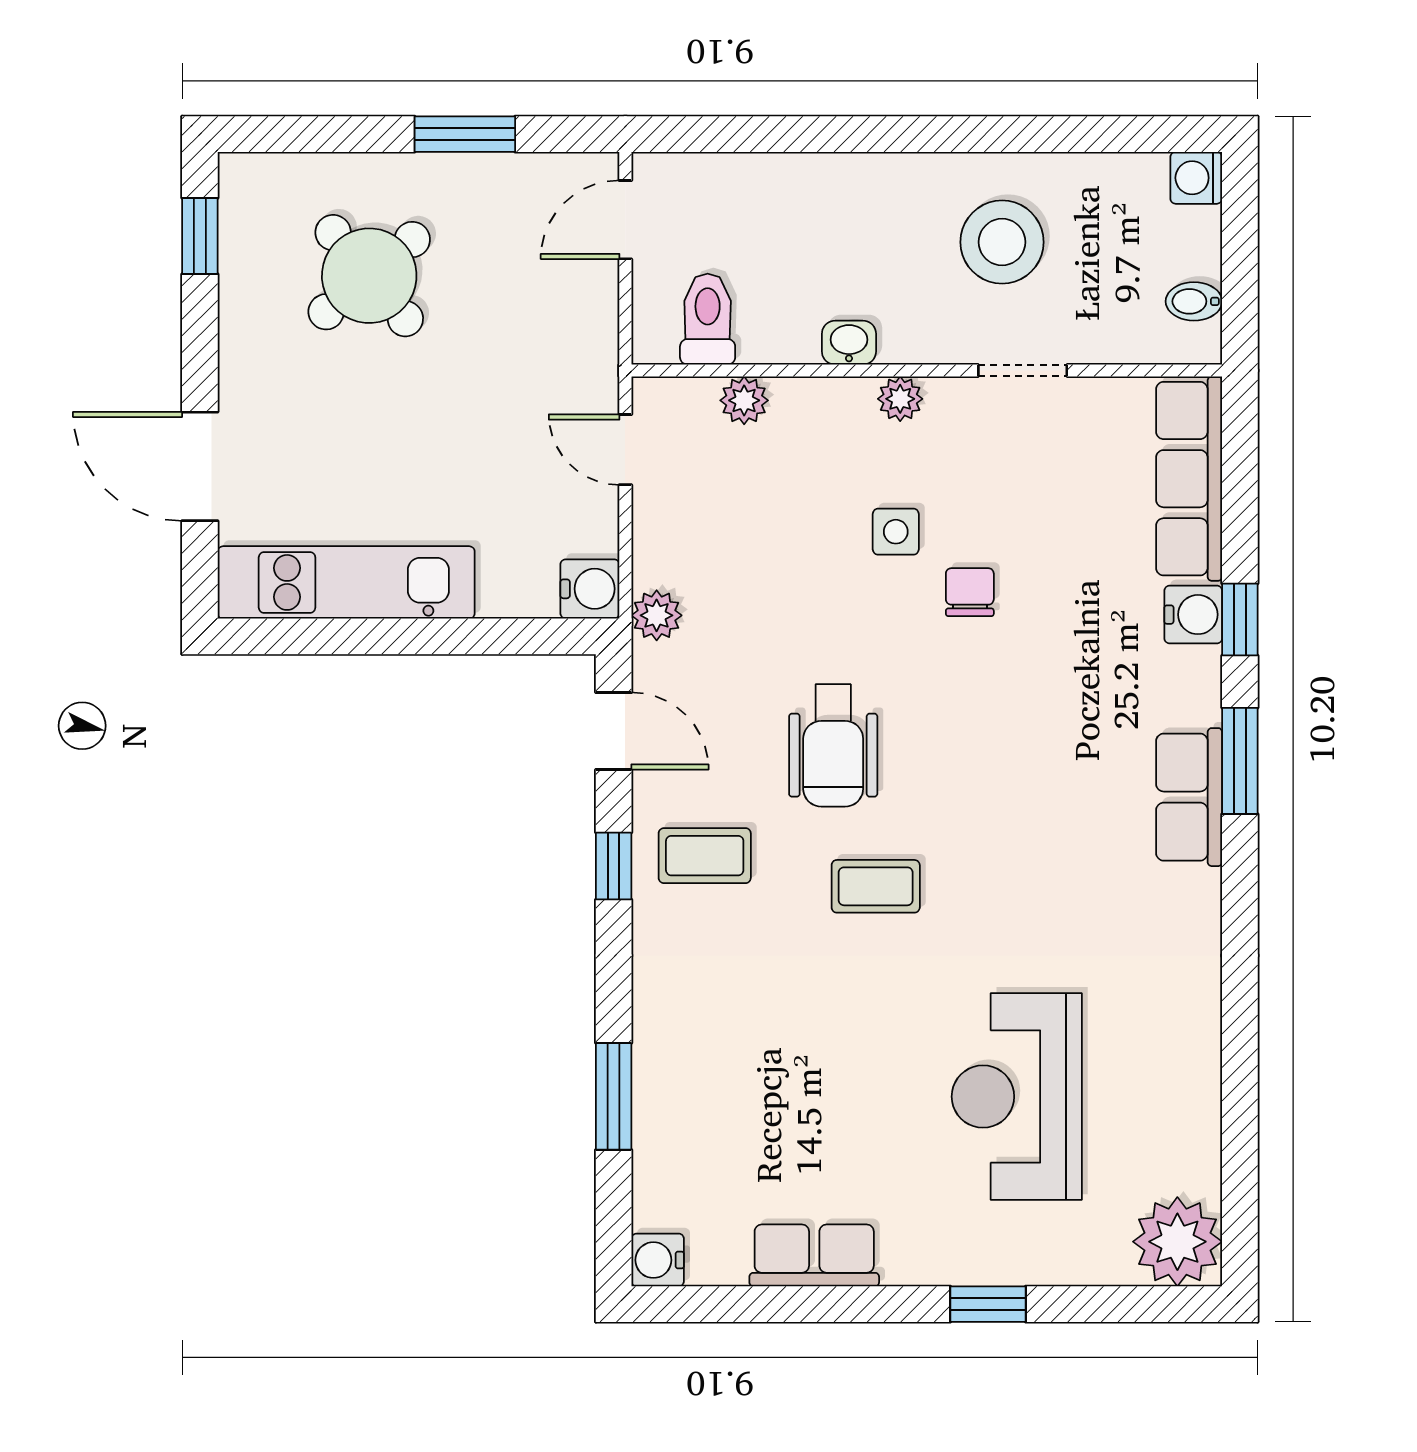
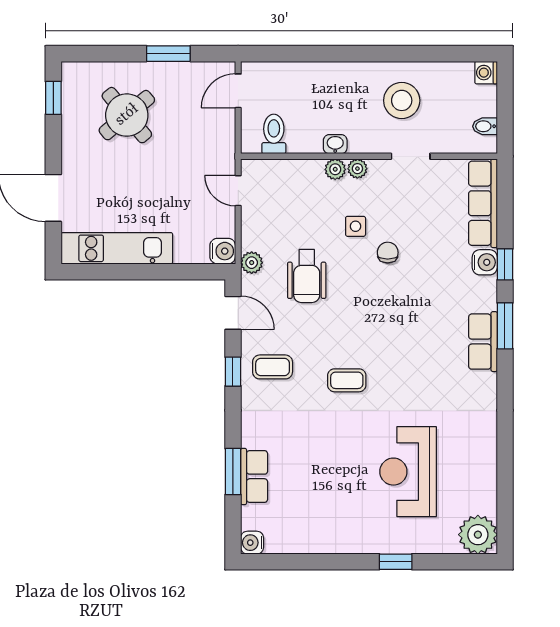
plant: (744, 400) -> (335, 169), moved
wheelchair: (833, 745) -> (307, 276), moved
row of seats: (814, 1255) -> (254, 476), moved, turned 90

